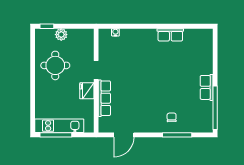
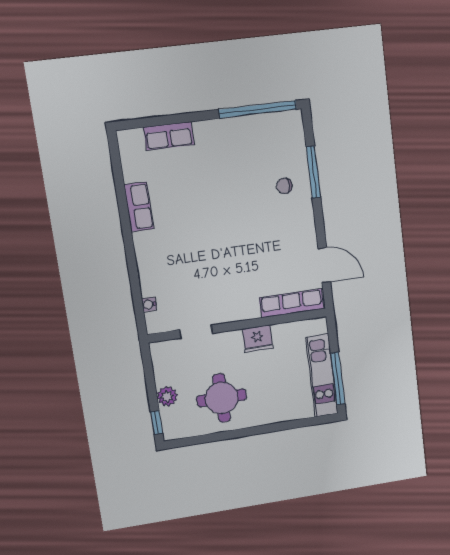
doorway: (96, 70) -> (196, 332), moved
row of seats: (207, 87) -> (169, 136), moved
row of seats: (104, 98) -> (292, 303), moved

